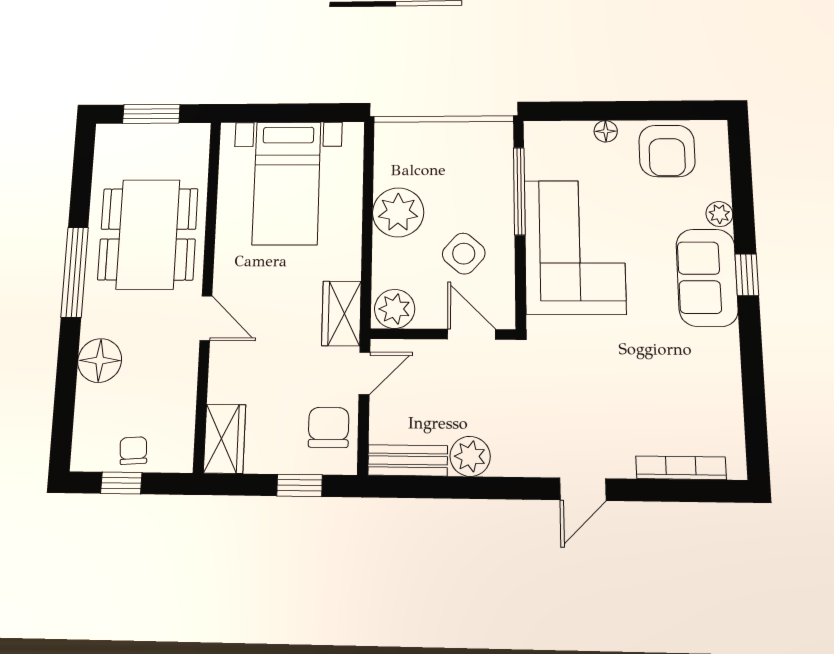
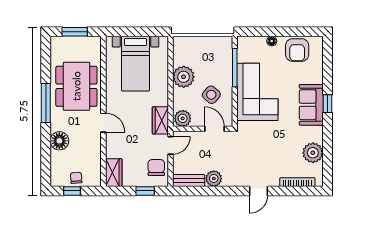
plant: (719, 214) -> (313, 153), moved, width x1.88, depth x1.88

